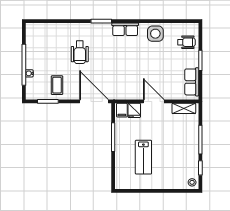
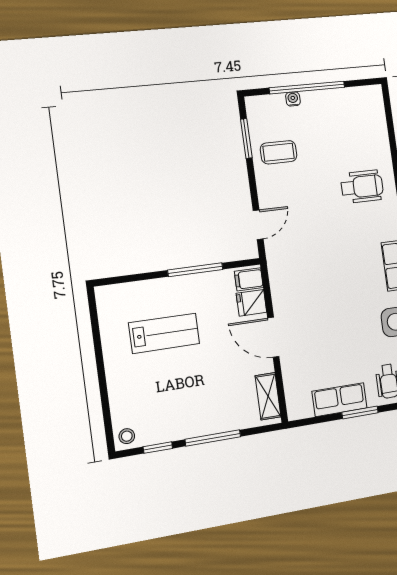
wheelchair: (80, 52) -> (362, 187), moved, turned 180
row of seats: (192, 82) -> (339, 400), moved
door: (94, 101) -> (258, 225), width x0.53
door: (154, 101) -> (273, 337), swing flipped
lab bench: (143, 157) -> (164, 333), turned 180

